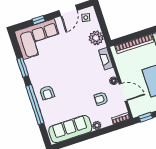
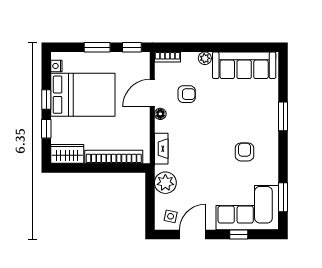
window: (23, 67) -> (283, 197), moved
door: (123, 92) -> (152, 93), hinge flipped
armchair: (47, 93) -> (244, 152), moved
window: (35, 105) -> (283, 116), width x0.47

